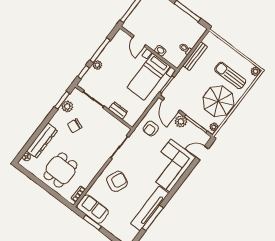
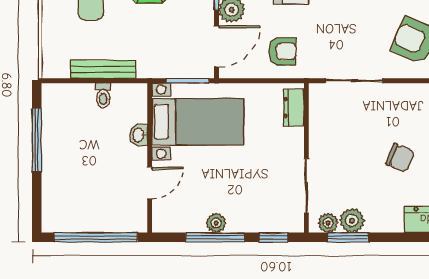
plant: (97, 65) -> (216, 223), moved
plant: (73, 97) -> (328, 223), added
dresser: (118, 111) -> (294, 107), moved
chair: (75, 126) -> (400, 158), moved

